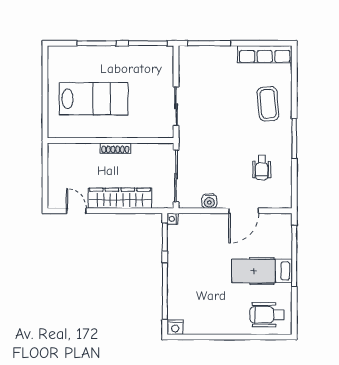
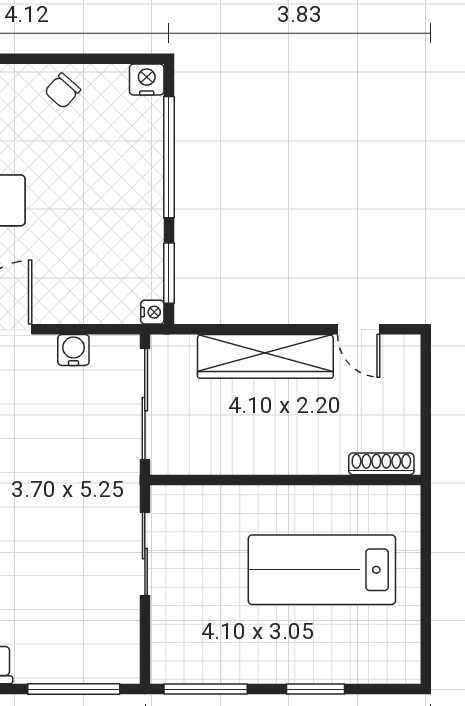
window: (97, 43) -> (315, 689), width x0.69
shoe rack: (115, 148) -> (381, 464), moved
chair: (214, 322) -> (63, 91), added

